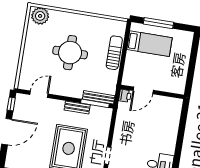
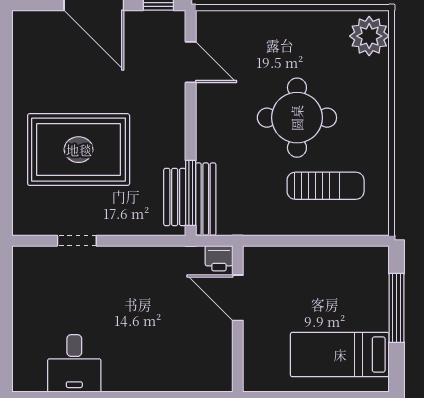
bed: (150, 44) -> (340, 355), moved, turned 90
sun lounger: (114, 53) -> (326, 186), moved
bench: (77, 107) -> (175, 197), moved

